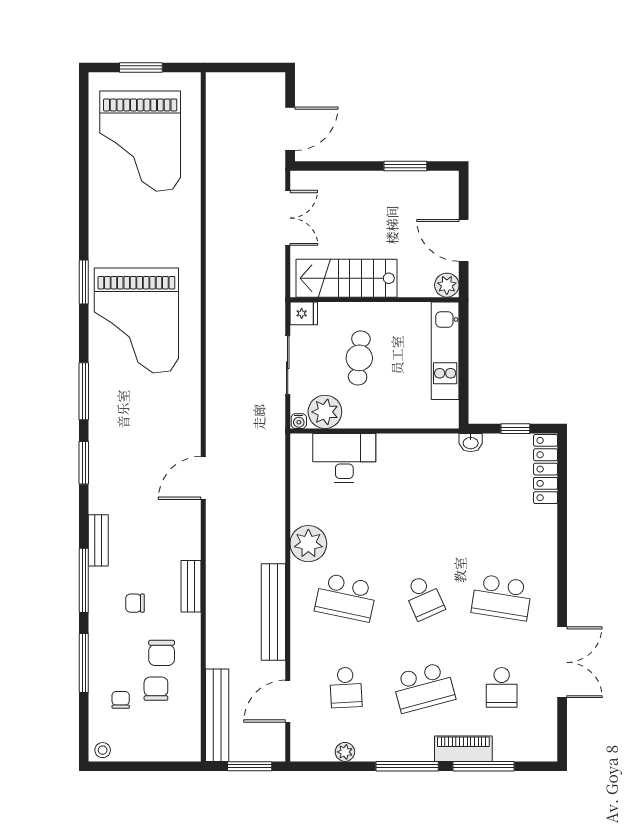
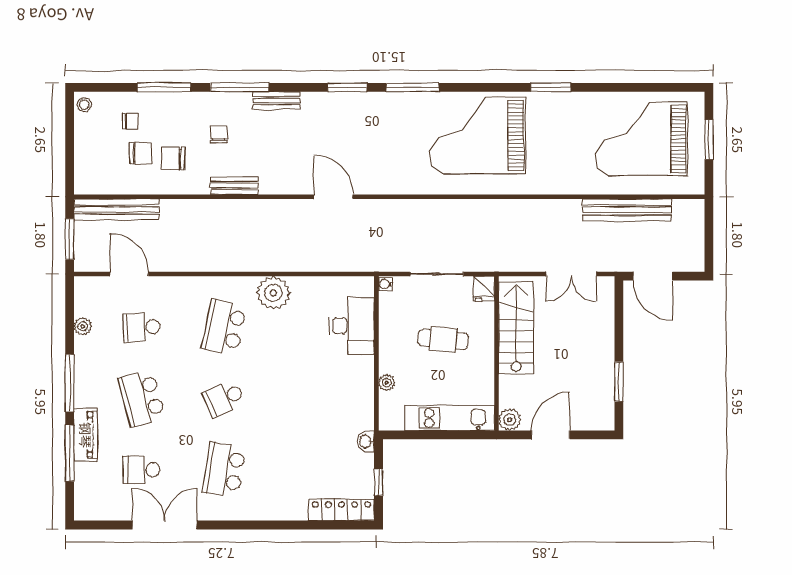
window: (84, 282) -> (551, 87), moved
plant: (325, 412) -> (387, 383), moved, width x0.53, depth x0.53
bench: (273, 612) -> (627, 210), moved
double door: (562, 662) -> (165, 525), swing flipped

